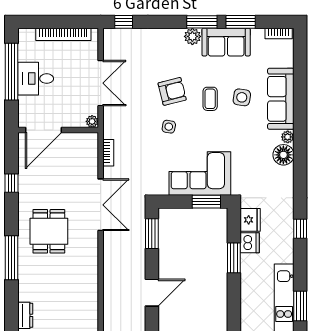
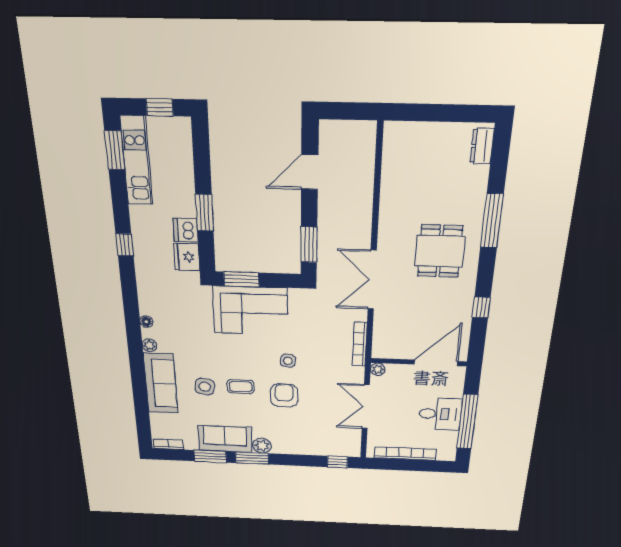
armchair: (172, 91) -> (284, 395), turned 104
coffee table: (210, 99) -> (241, 387), turned 90
bookcase: (108, 153) -> (360, 344), width x1.56
floor lamp: (283, 155) -> (146, 322), width x0.53, depth x0.53

